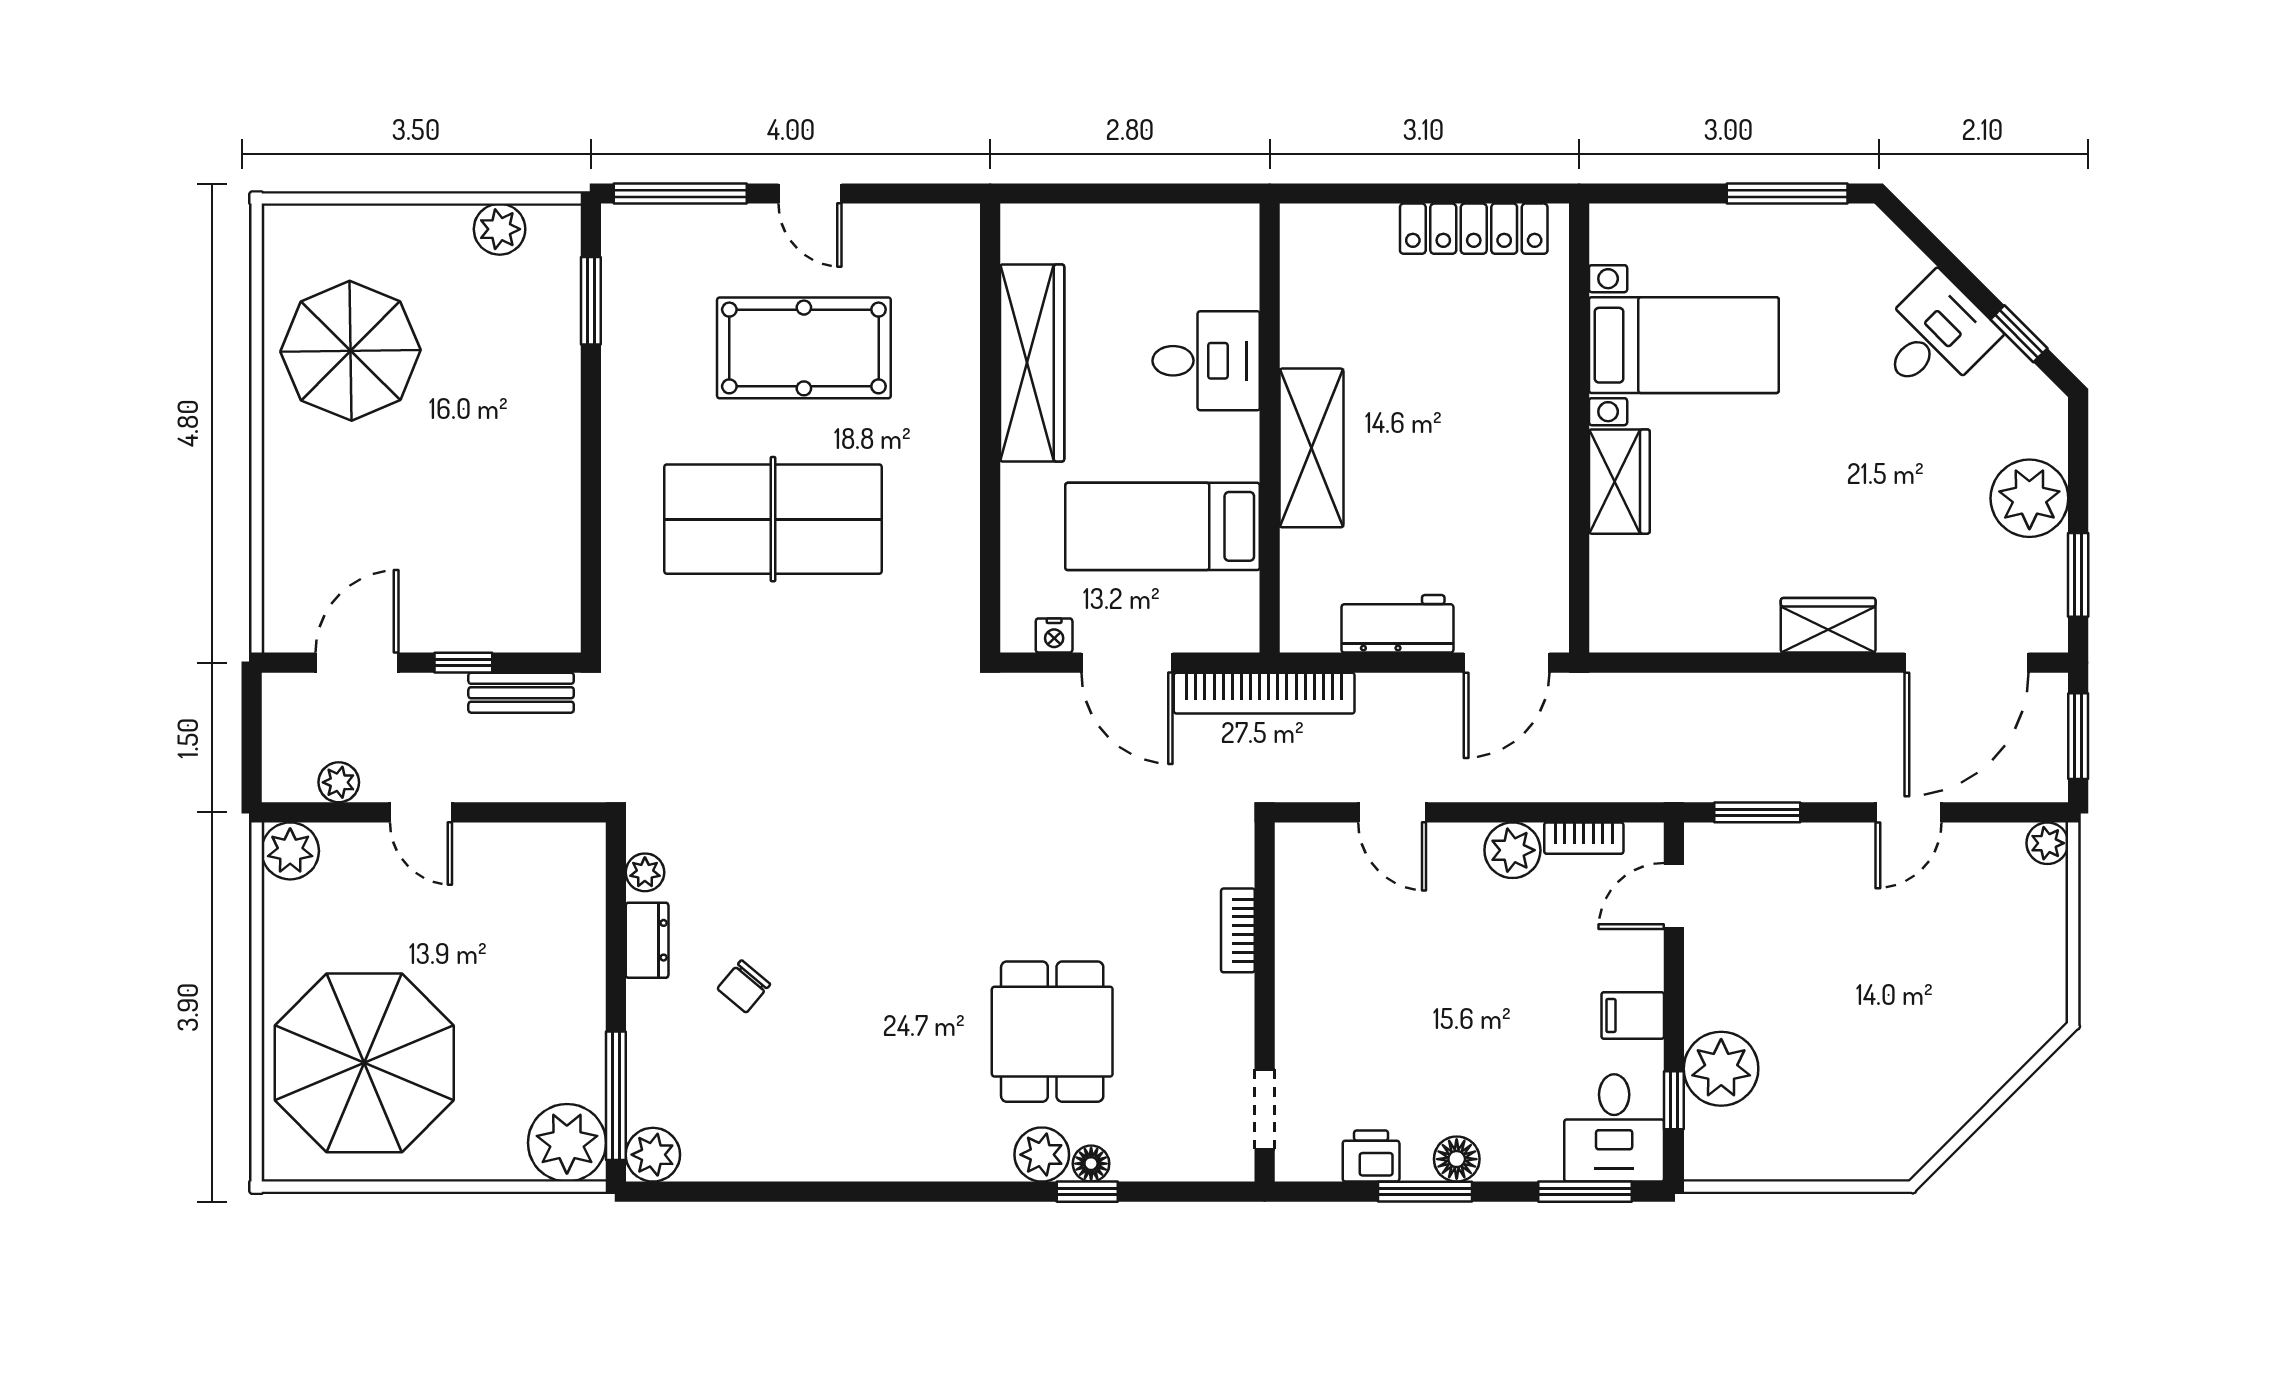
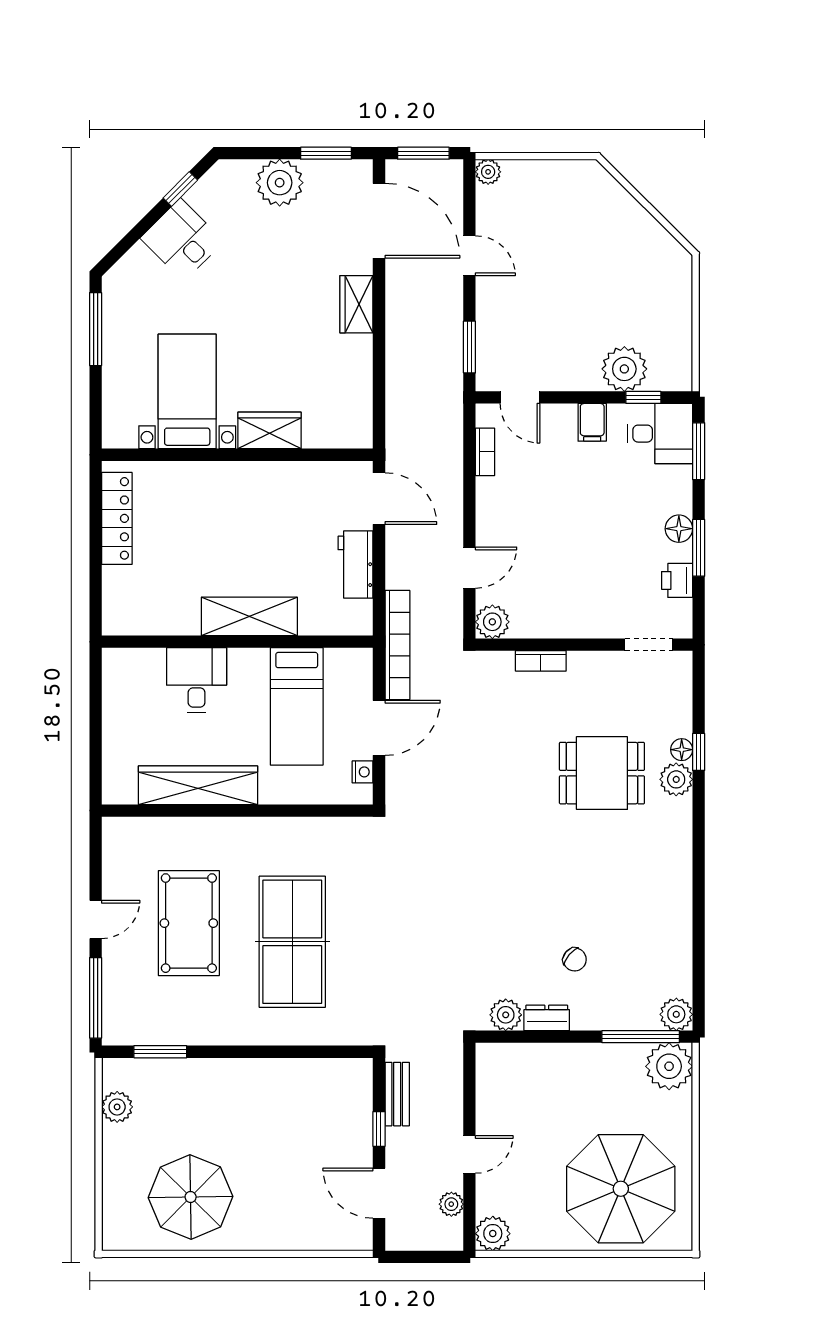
plant: (1512, 850) -> (492, 622), moved
plant: (645, 872) -> (506, 1015), width x1.38, depth x1.38

